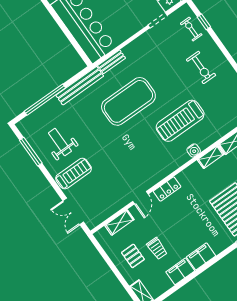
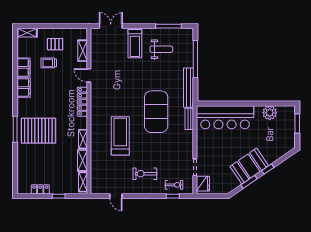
water cooler: (194, 150) -> (95, 131), removed
locker: (167, 189) -> (82, 102), width x1.53

